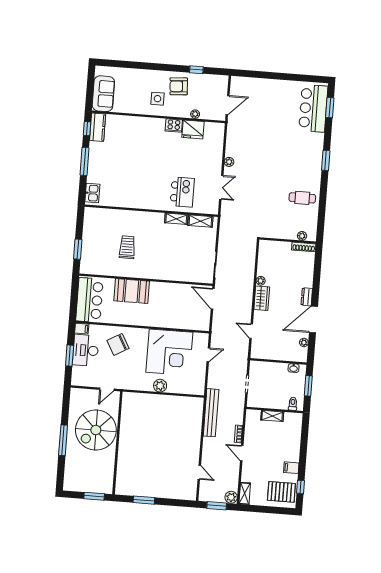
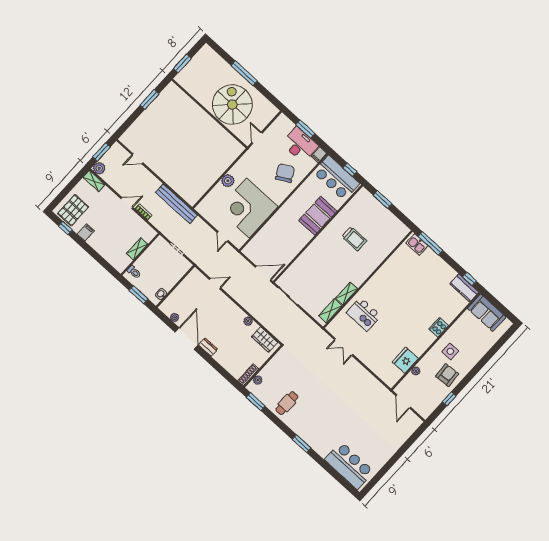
window: (330, 108) -> (256, 402), moved
cooker: (174, 125) -> (439, 327), moved
window: (85, 161) -> (431, 243), moved
plant: (229, 162) -> (359, 368), removed
window: (74, 294) -> (350, 170), added
wardrobe: (262, 298) -> (265, 340), moved

